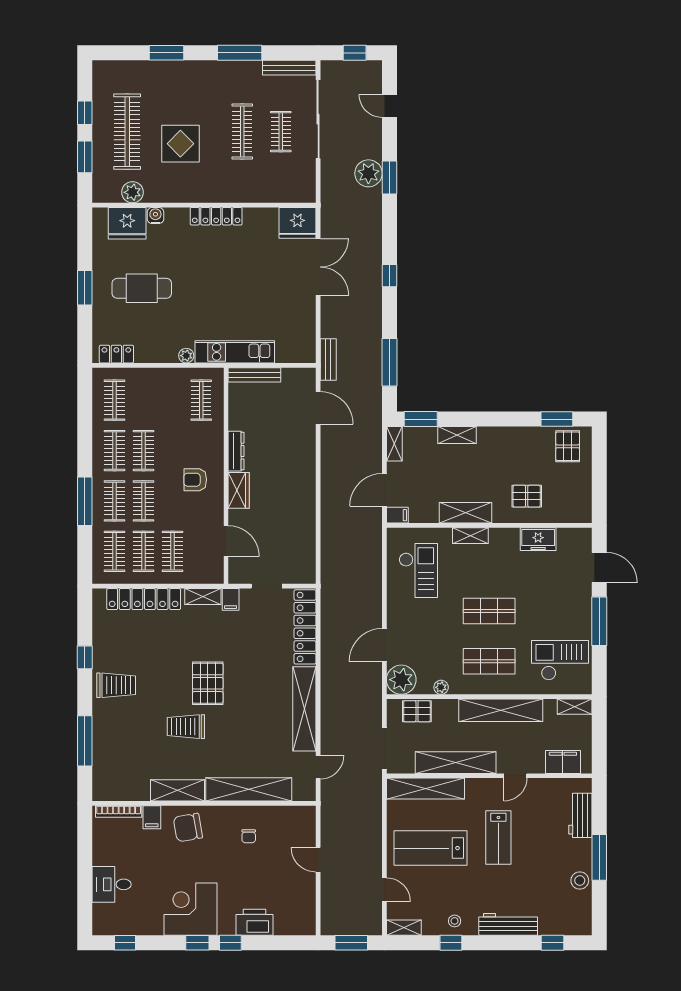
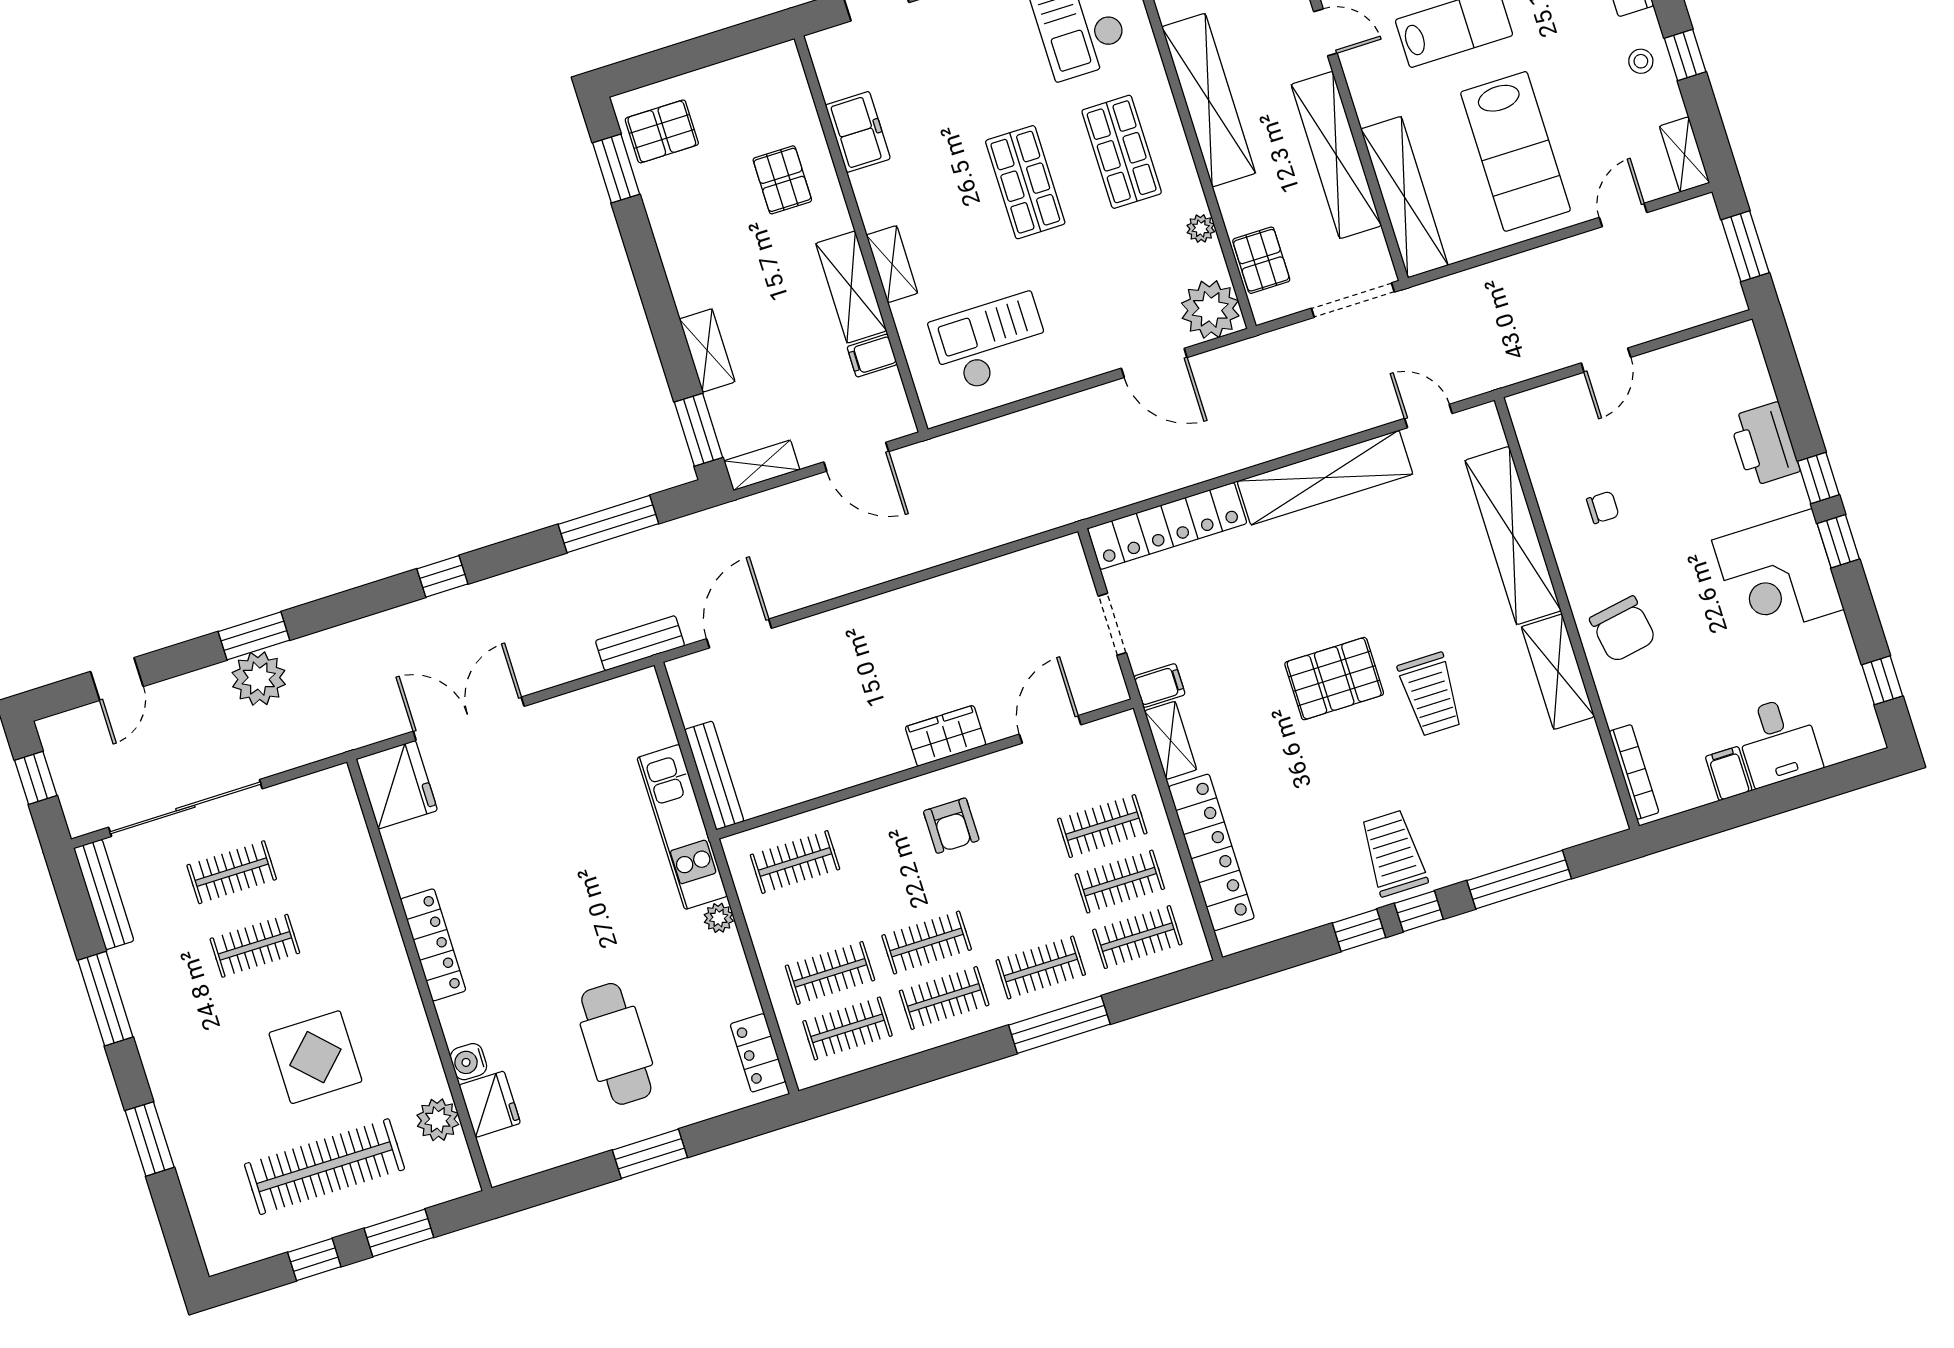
clothes rail: (242, 132) -> (255, 946), width x0.73
fridge: (127, 223) -> (490, 1104), width x0.73, depth x0.75
dresser: (236, 451) -> (872, 765), removed
clothes rail: (143, 501) -> (830, 973), moved
filing cabinet: (397, 515) -> (872, 356), moved, turned -90
window: (85, 689) -> (1419, 911), added
filing cabinet: (152, 817) -> (1729, 774), moved, turned -90

